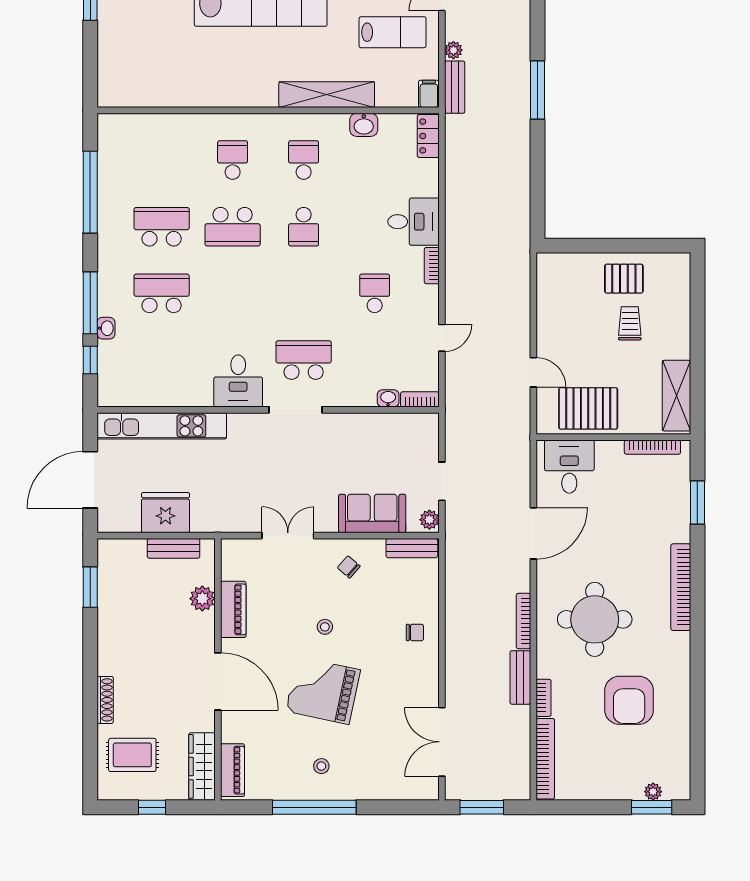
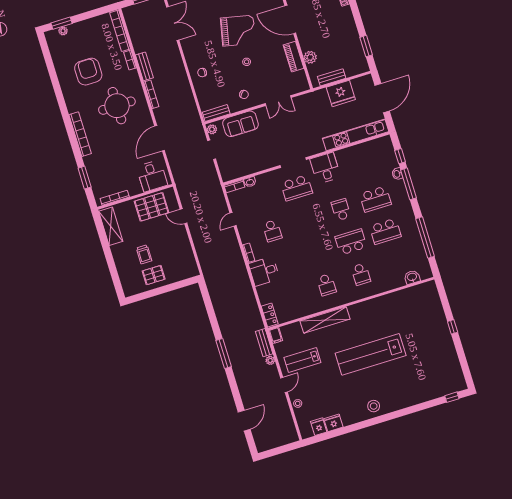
washbasin: (364, 125) -> (412, 277), moved
school desk: (304, 227) -> (341, 210), moved

